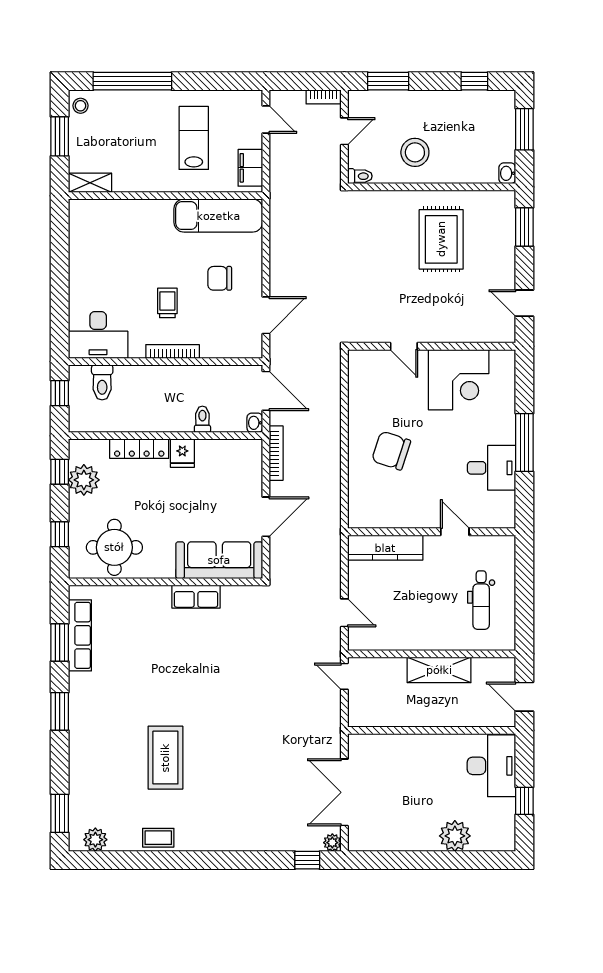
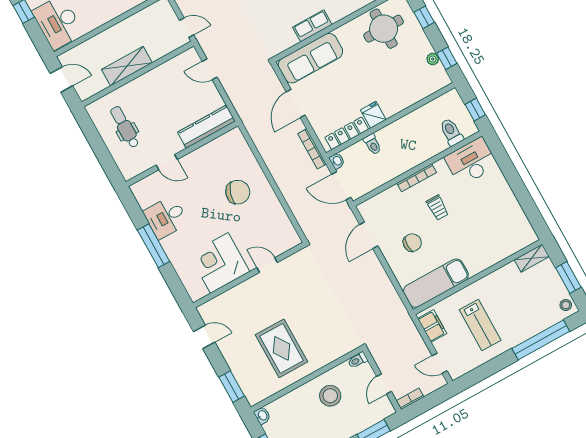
locker: (139, 449) -> (347, 133), moved
plant: (84, 480) -> (433, 59), width x0.53, depth x0.53

